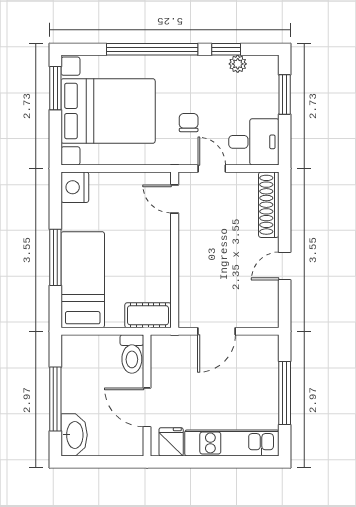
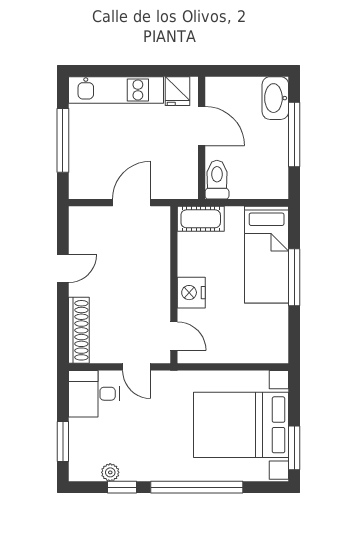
chair: (189, 123) -> (160, 413), removed
nightstand: (75, 187) -> (191, 293), moved, turned 180

